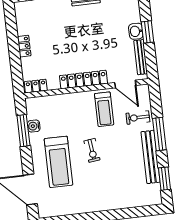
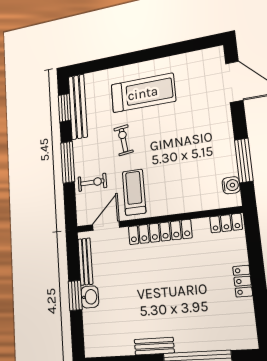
door: (125, 84) -> (106, 226), hinge flipped
water cooler: (34, 126) -> (231, 185), moved
exercise bike: (92, 150) -> (123, 140), moved
bench: (151, 157) -> (78, 107), moved
treadmill: (58, 162) -> (143, 93), moved, turned 90

